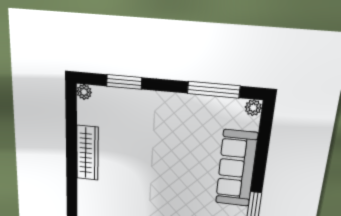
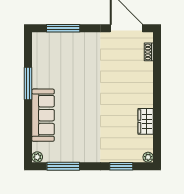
wardrobe: (87, 153) -> (146, 121), width x0.67

